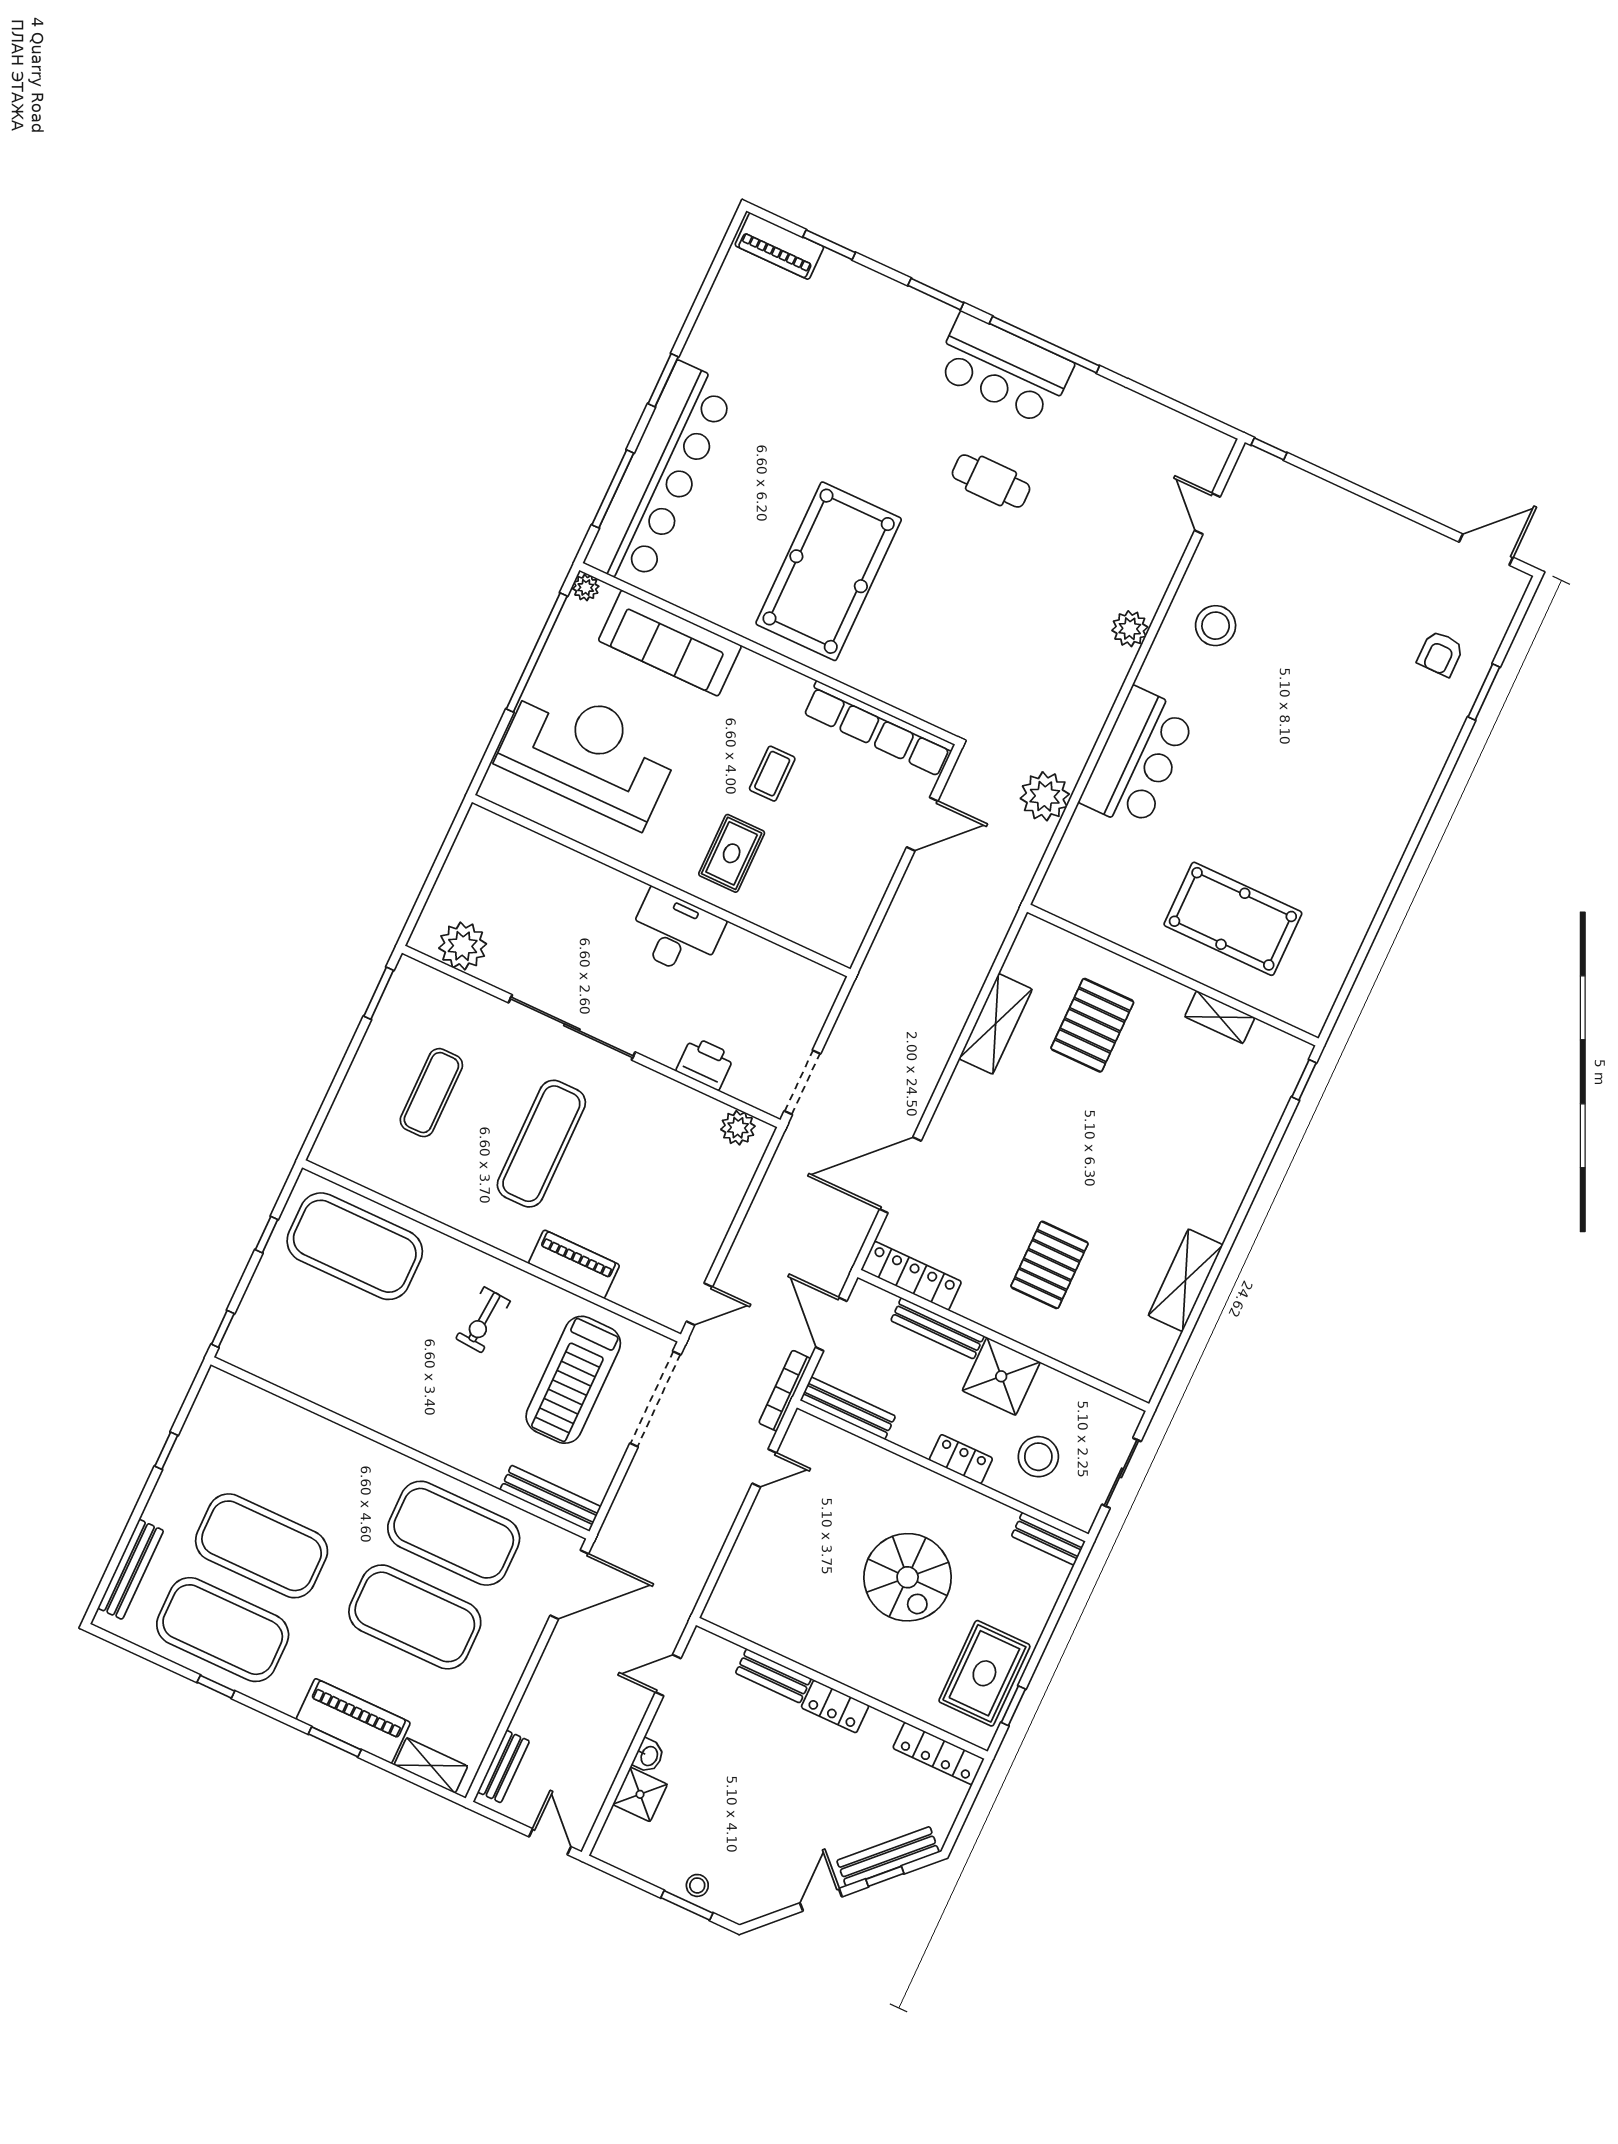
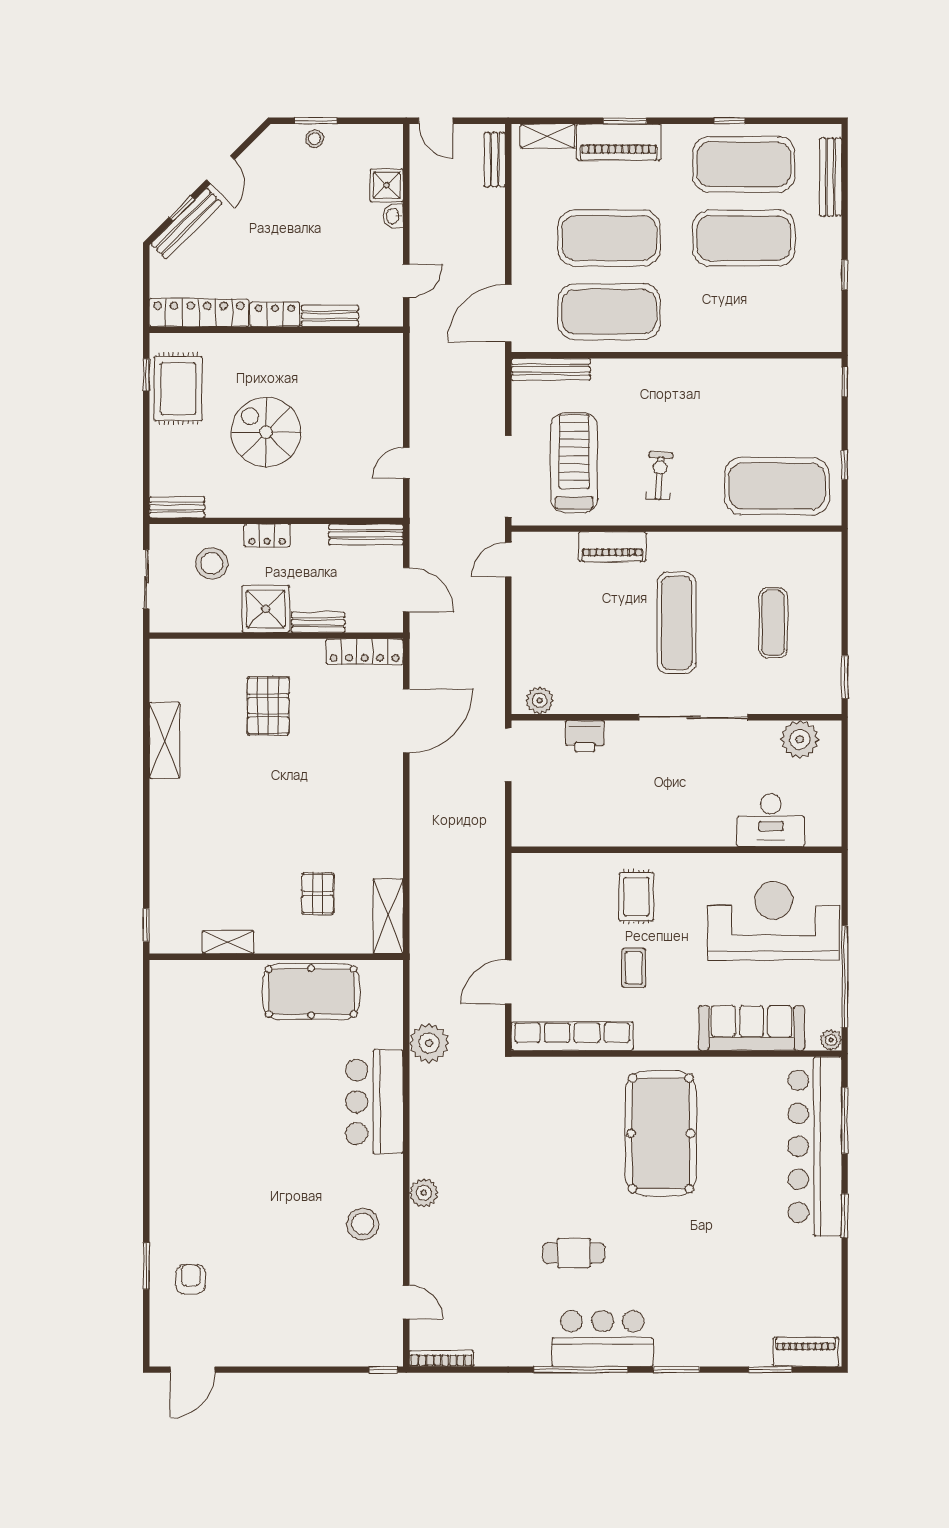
reception desk: (588, 753) -> (774, 921), turned 180
pool table: (1233, 919) -> (311, 992), moved
desk: (676, 933) -> (771, 820), moved
shelving: (996, 1024) -> (388, 916), moved
pallet: (1092, 1025) -> (318, 894), width x0.67, depth x0.71
bench: (938, 1328) -> (318, 622), width x0.73
bookcase: (785, 1391) -> (441, 1358), moved, turned -90
locker: (938, 1753) -> (199, 313), width x1.41, depth x1.21

